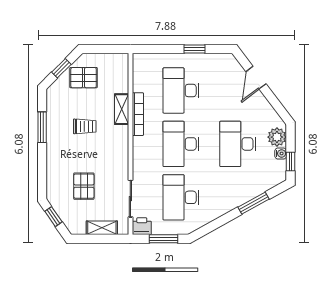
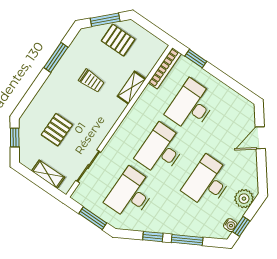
window: (195, 49) -> (196, 59), moved
window: (61, 68) -> (105, 20), width x1.50
bookcase: (138, 114) -> (165, 68), moved
water cooler: (281, 153) -> (230, 225), moved
window: (223, 220) -> (153, 237), added
printer: (142, 226) -> (82, 196), removed

